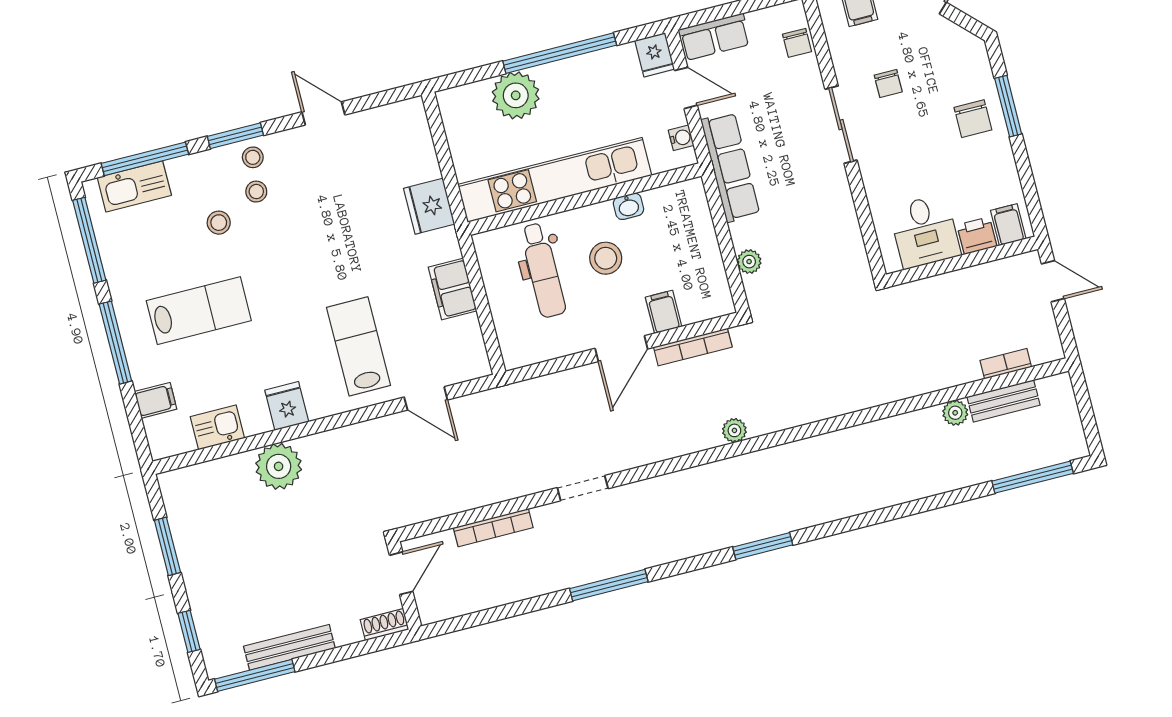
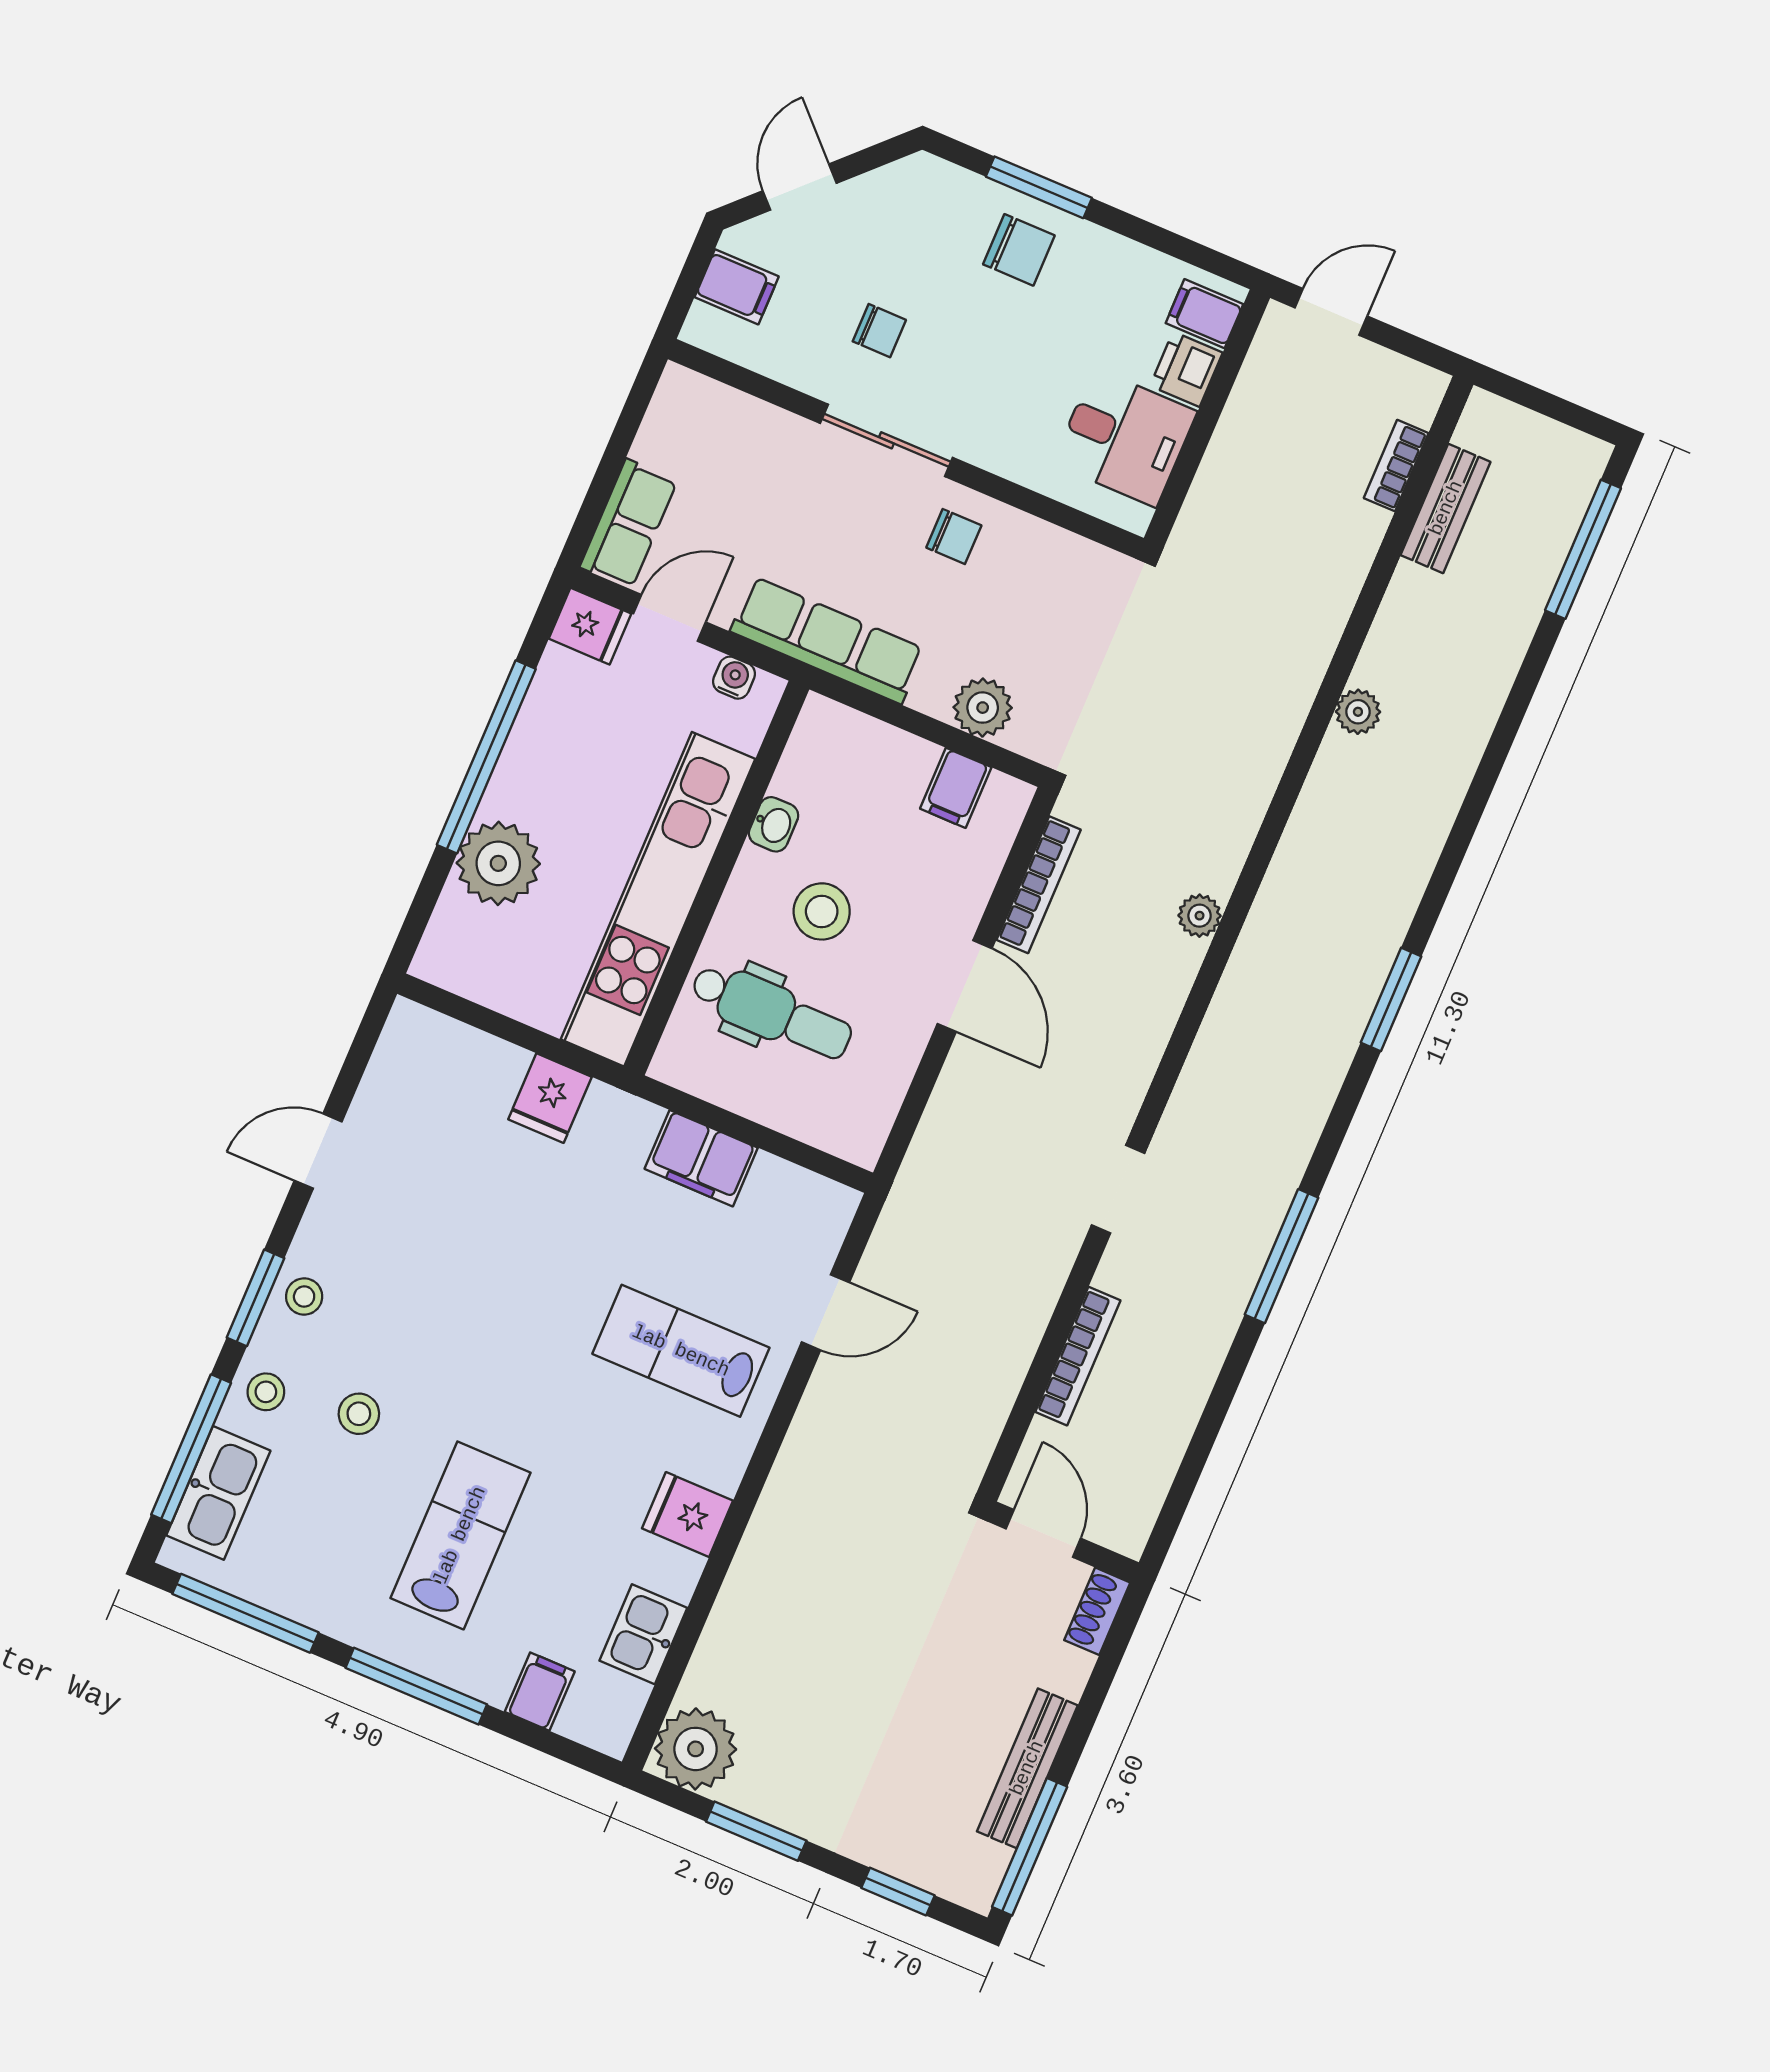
chair: (797, 43) -> (954, 536), moved
stool: (256, 192) -> (266, 1392), moved
fridge: (429, 206) -> (550, 1098), width x0.72
plant: (749, 262) -> (983, 708), width x1.38, depth x1.38
filing cabinet: (664, 312) -> (956, 788), moved, turned -90
plant: (955, 413) -> (1358, 712), moved
plant: (279, 466) -> (696, 1749), moved

